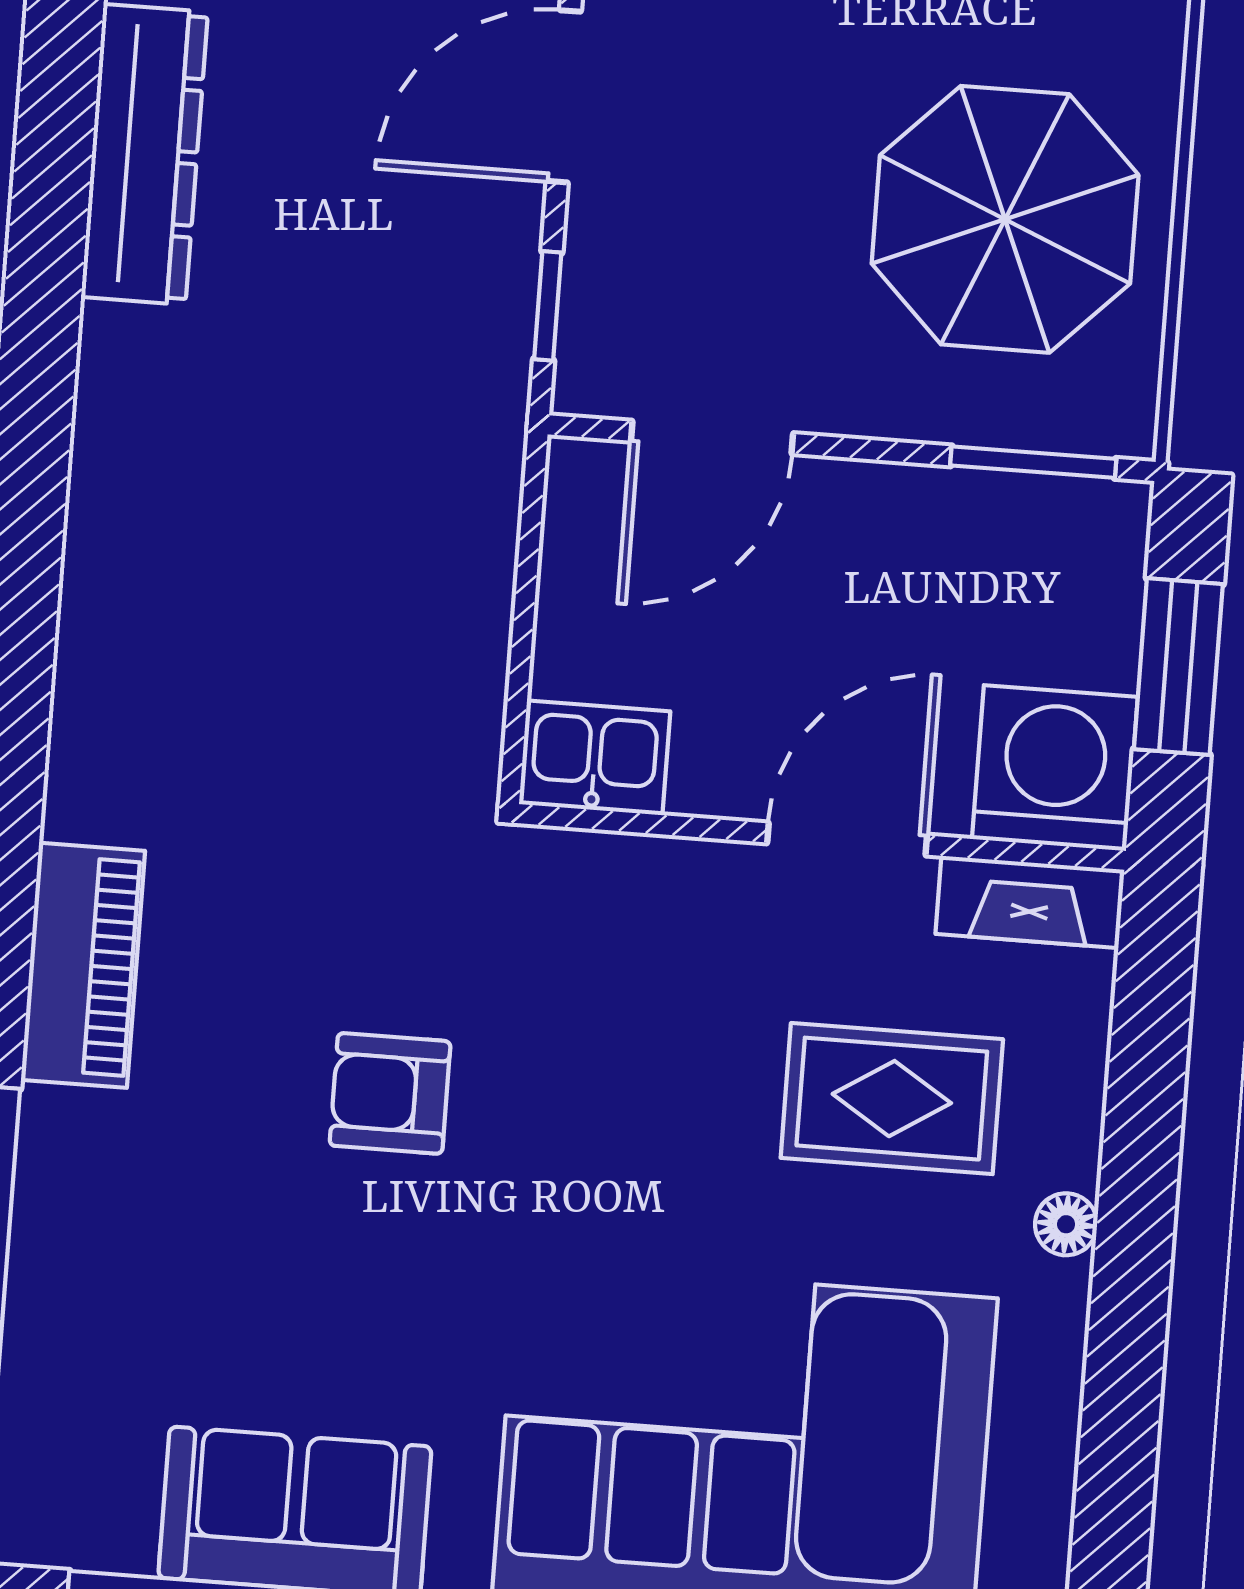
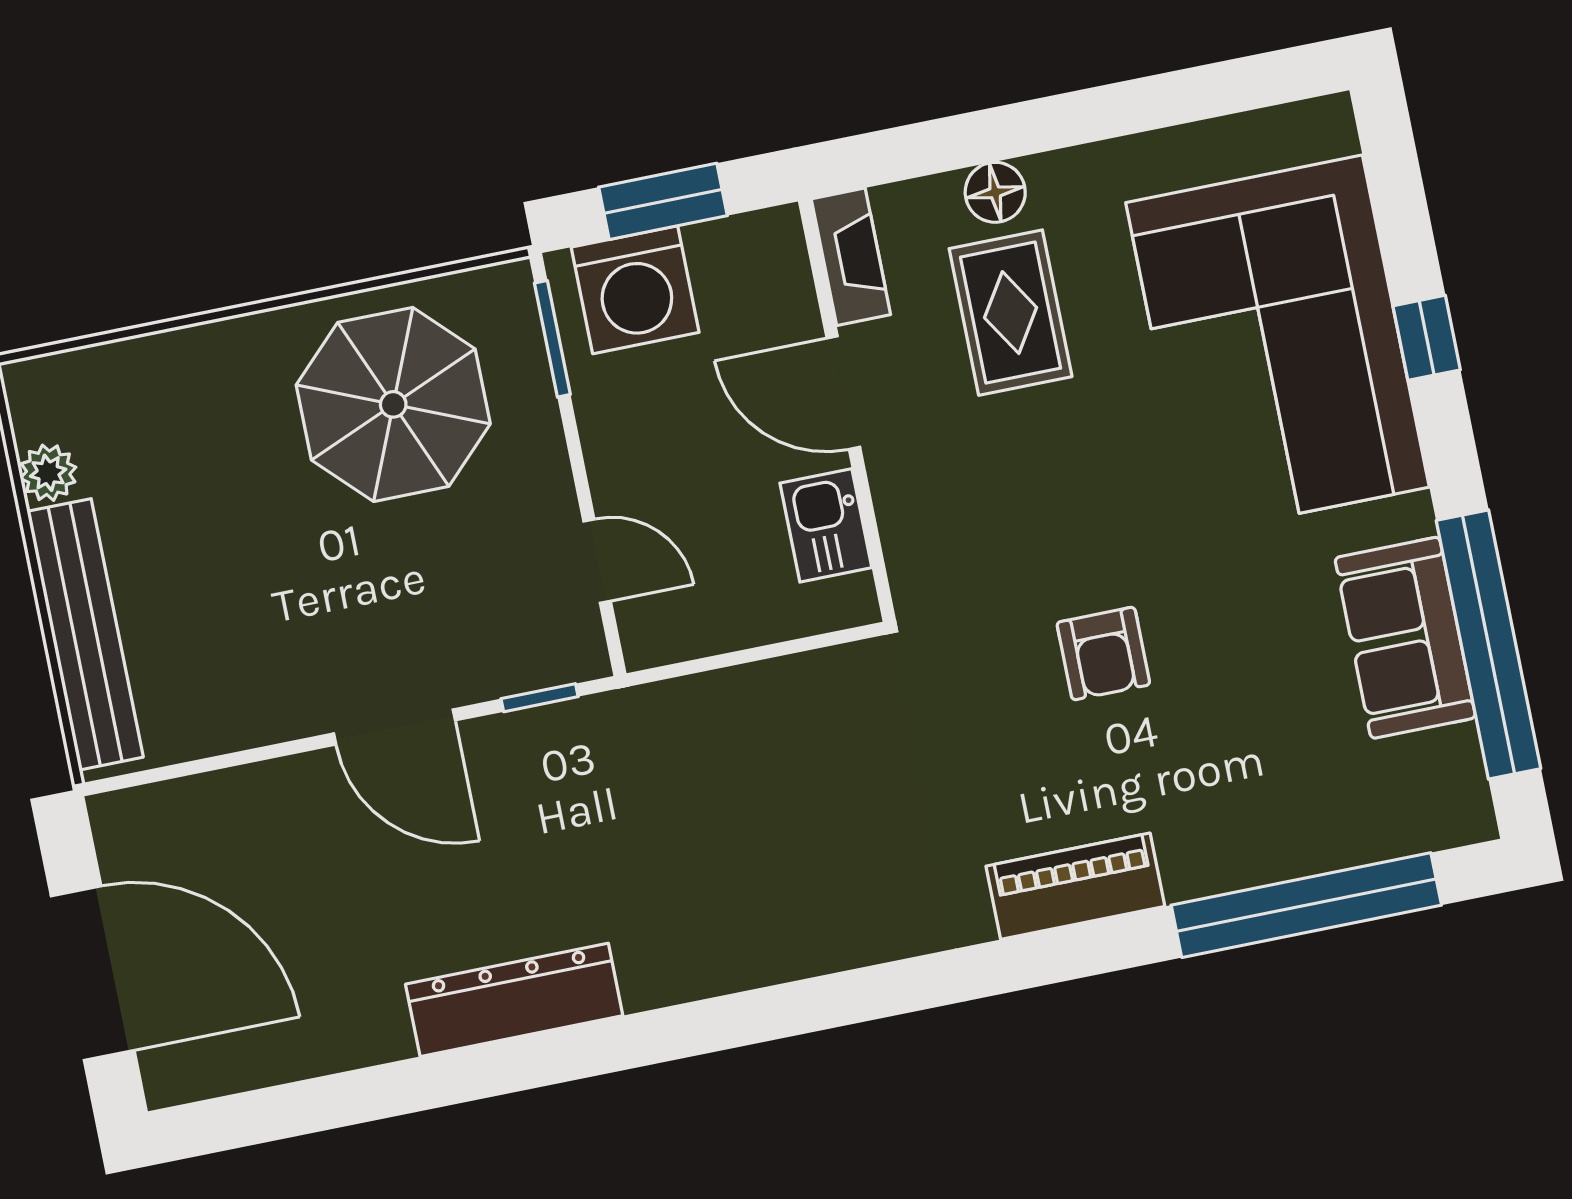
door: (712, 437) -> (597, 561), width x0.73
kitchen sink: (595, 758) -> (826, 525), moved
washing machine: (1055, 768) -> (635, 290), moved, turned -90
floor lamp: (1066, 1224) -> (995, 192), moved, width x1.37, depth x1.37

